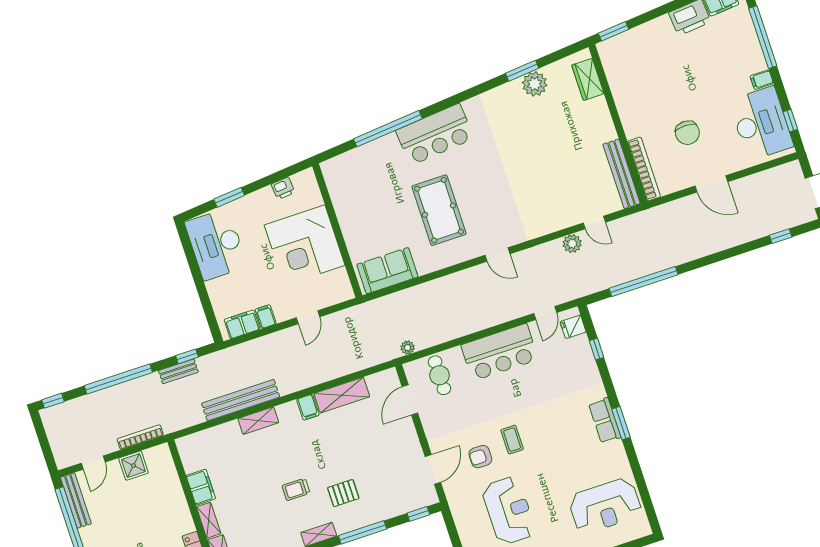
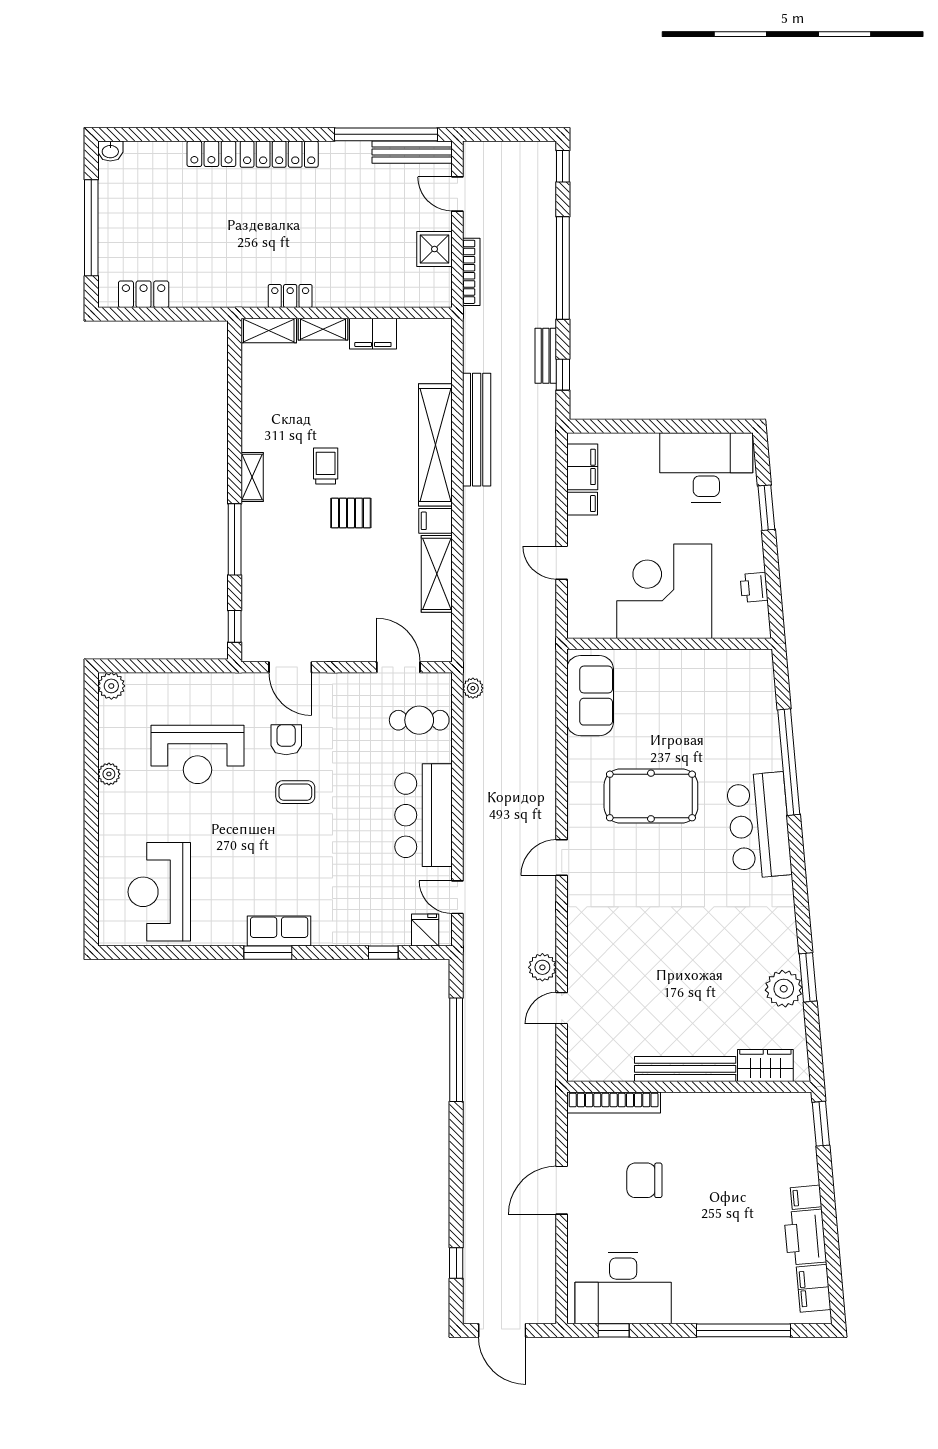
filing cabinet: (762, 80) -> (806, 1197), moved, turned -95
bench: (622, 174) -> (685, 1069), moved
shelving: (258, 421) -> (435, 445), width x2.20, depth x1.33
pallet: (343, 493) -> (351, 513), moved, turned 90

